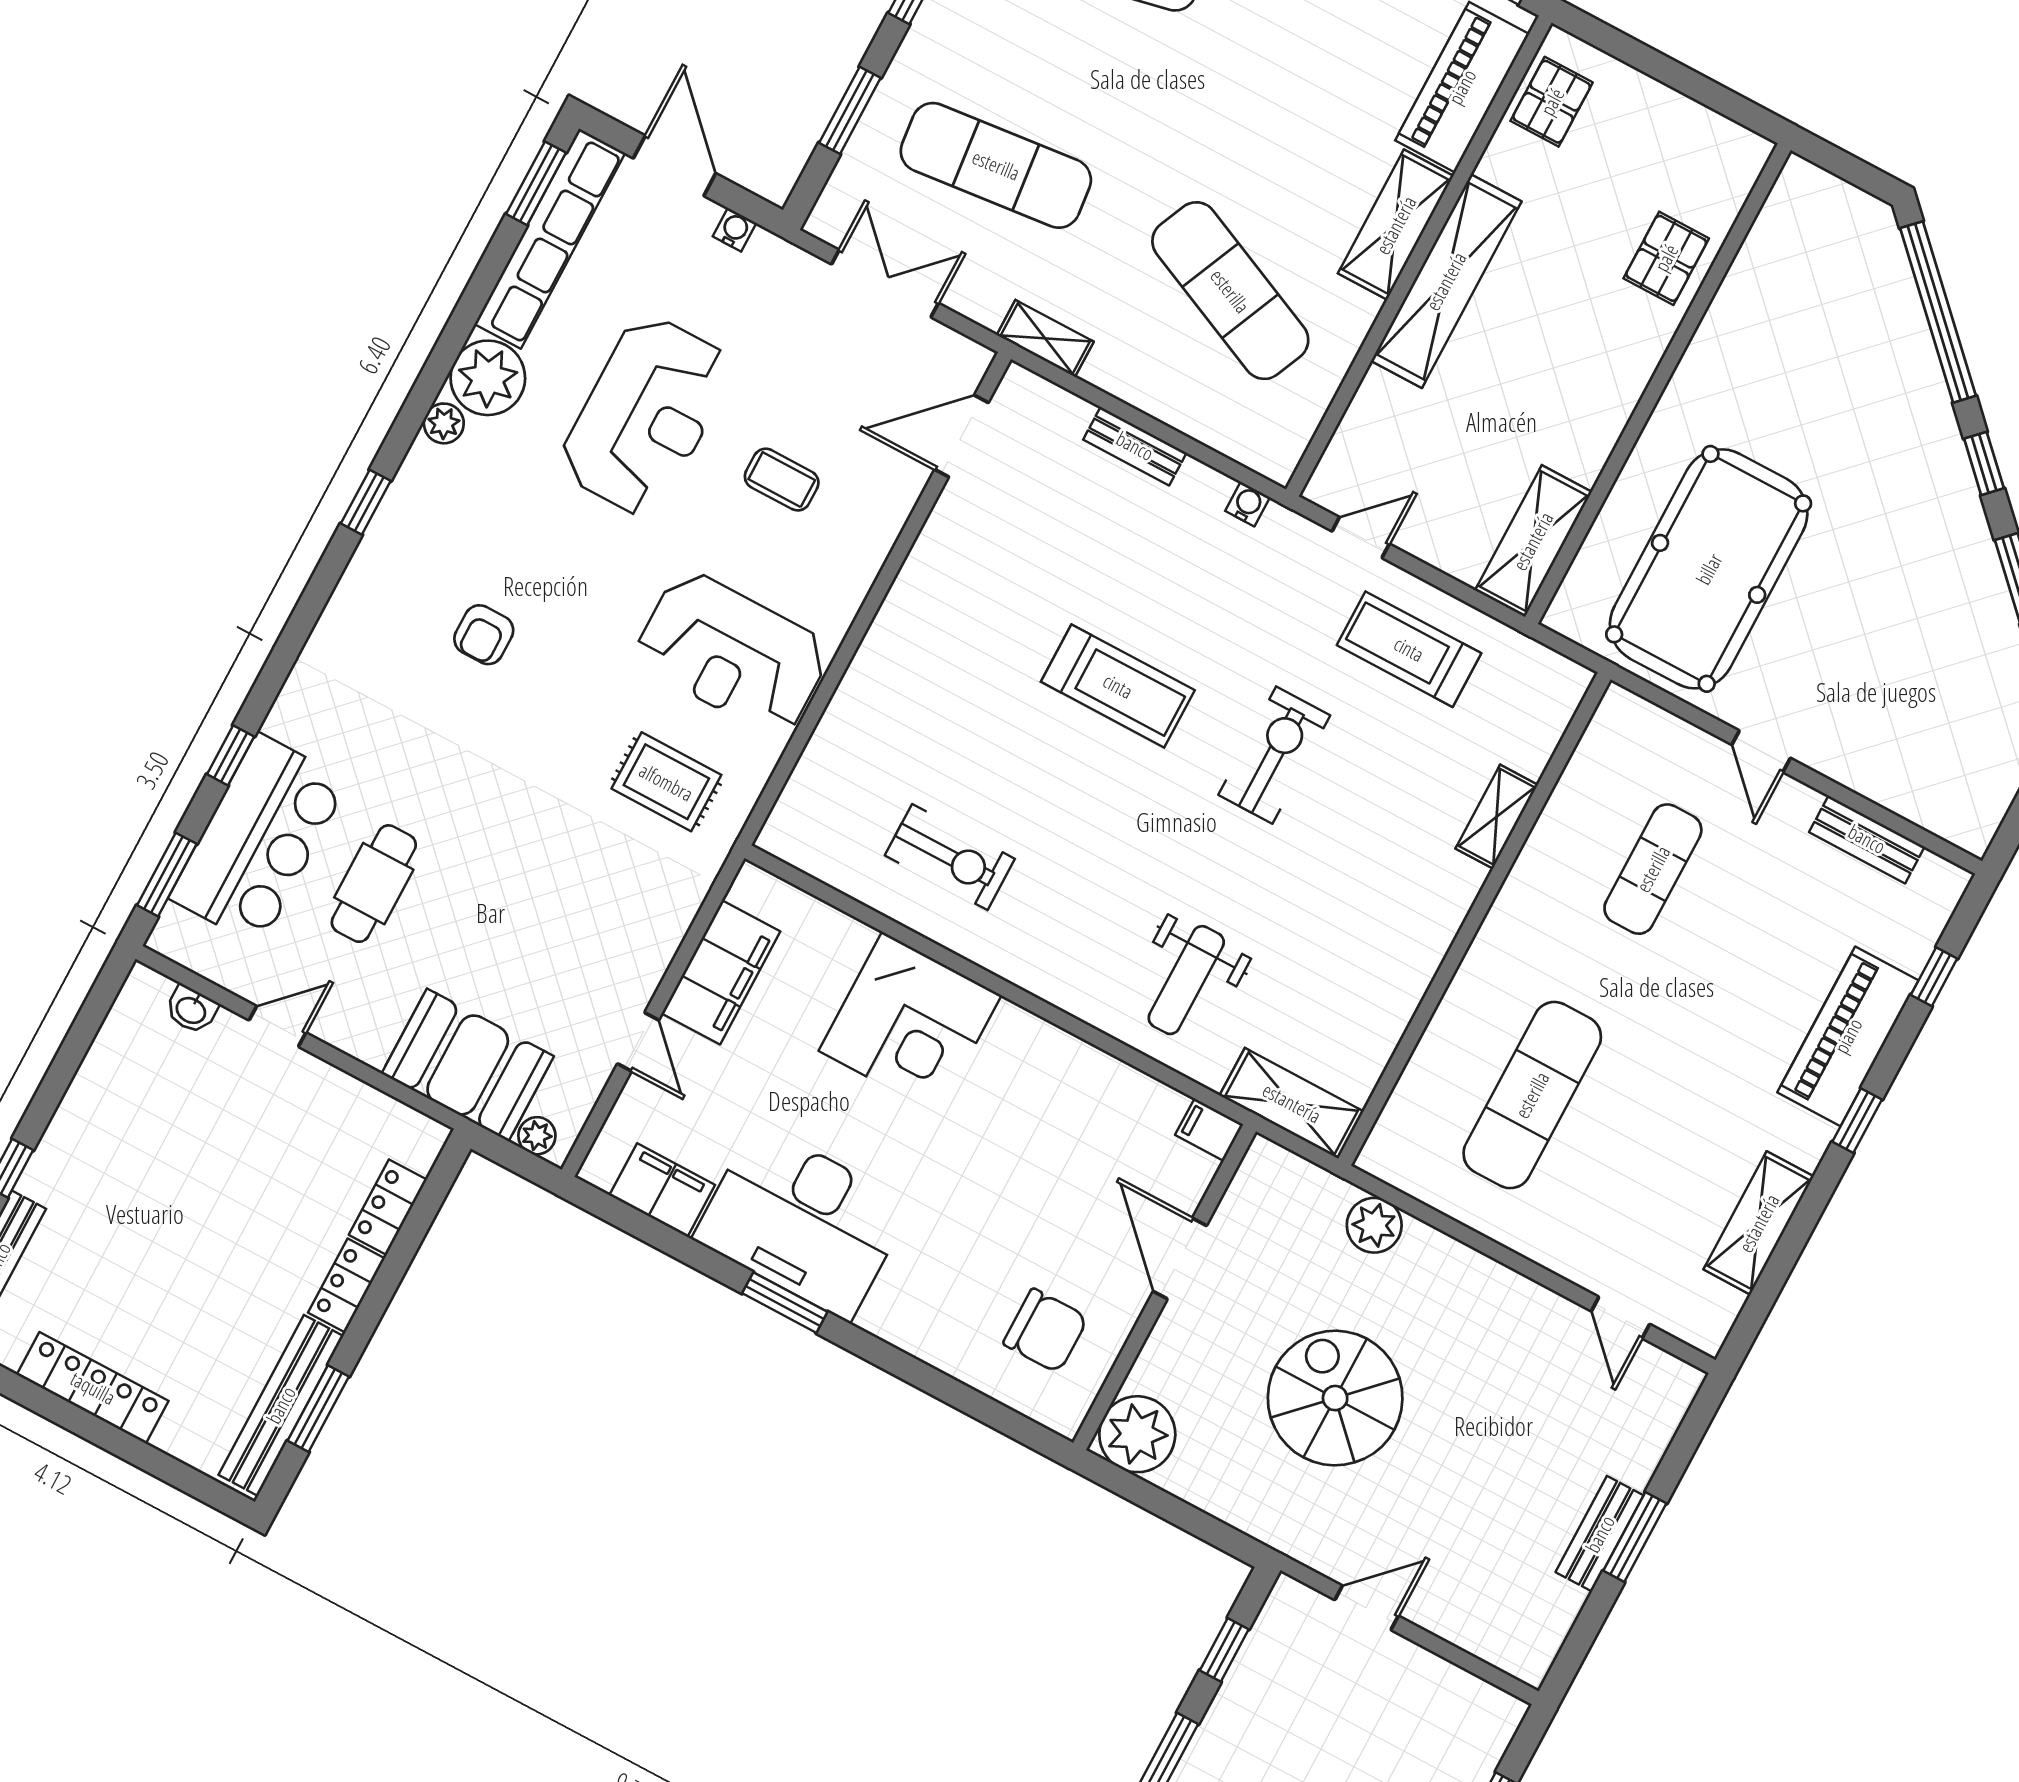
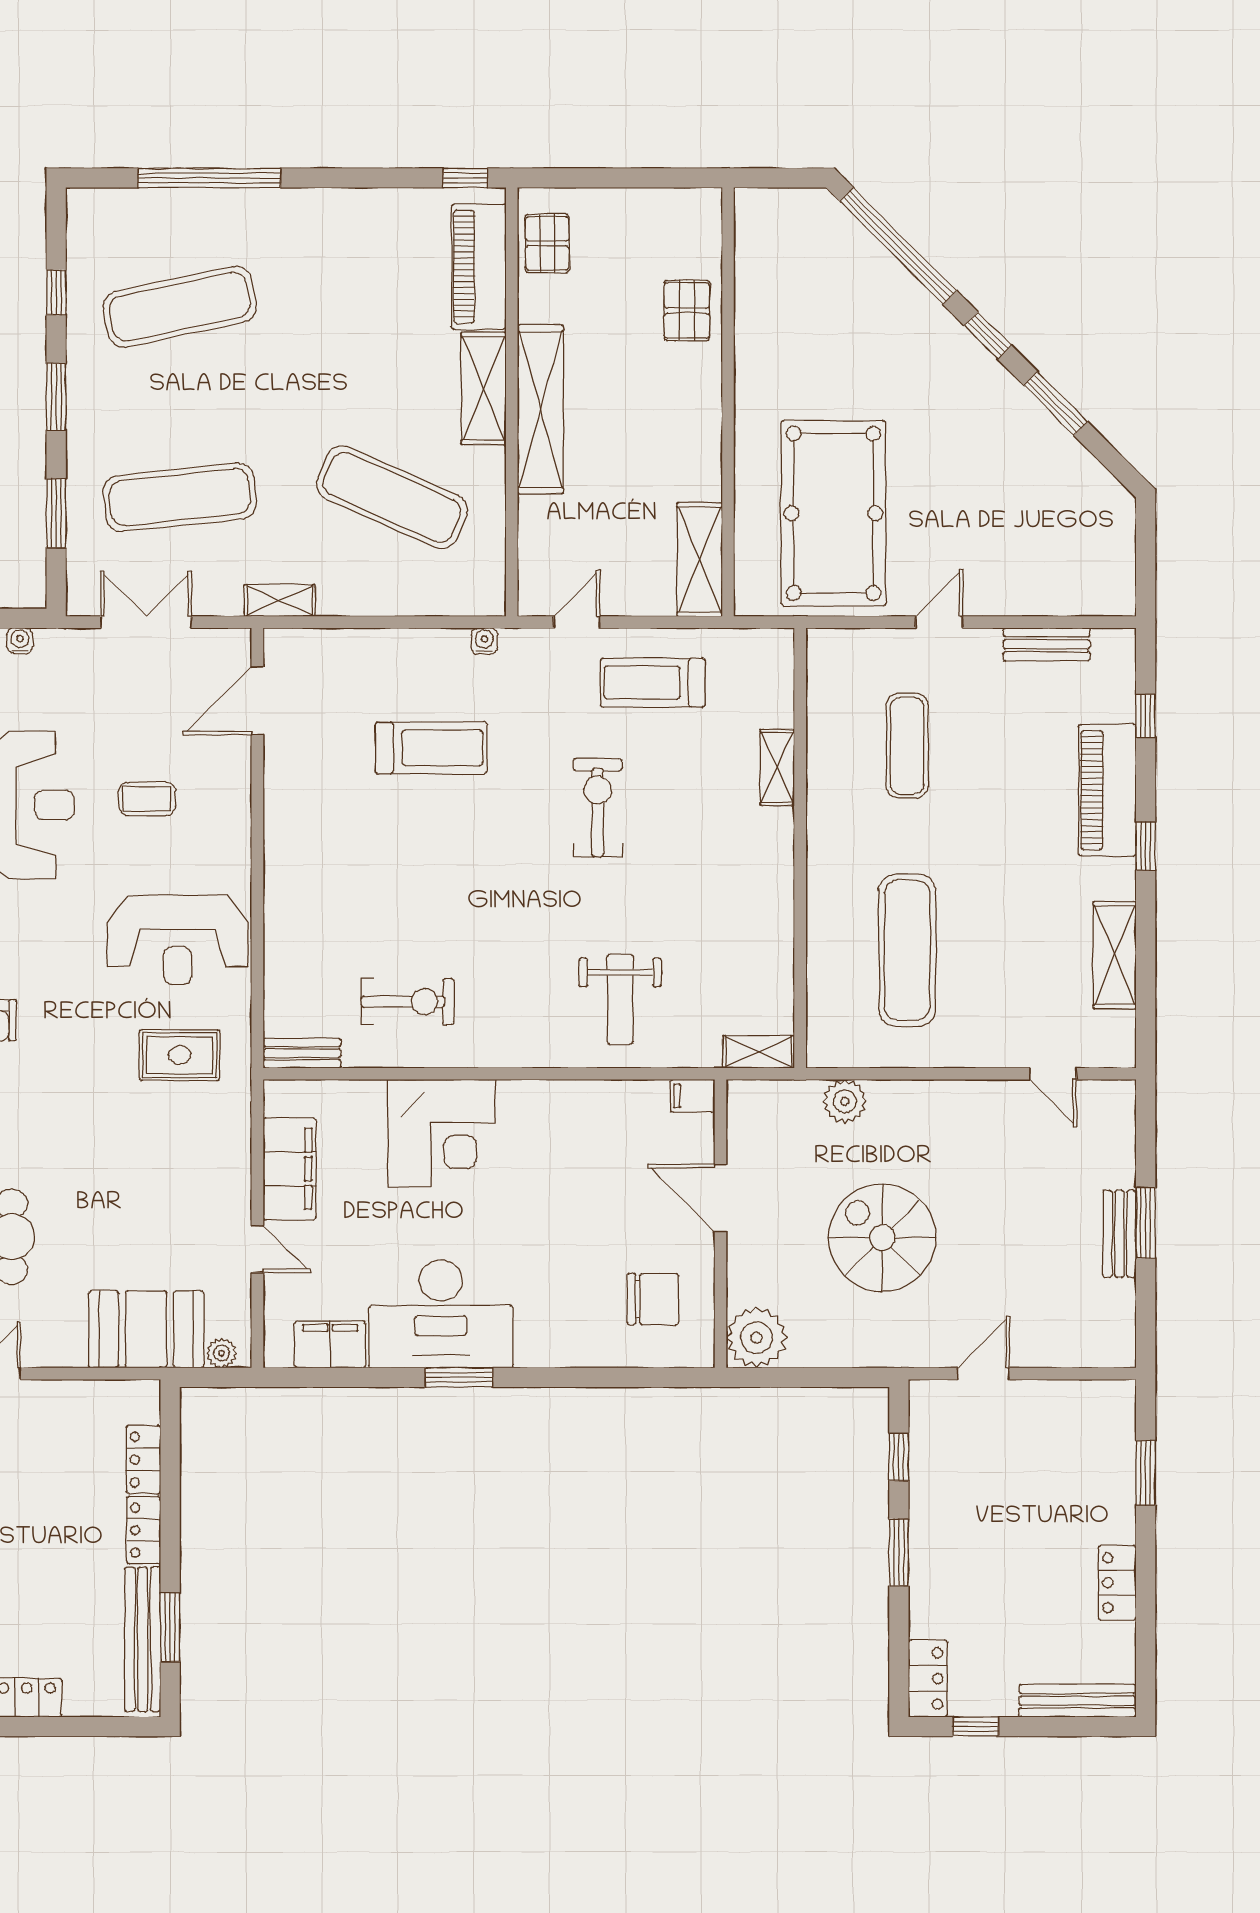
bench: (1135, 446) -> (302, 1053), moved
treadmill: (1118, 686) -> (431, 748), moved
door: (1761, 751) -> (939, 622), swing flipped
shelving: (1292, 1103) -> (759, 1052), width x0.67, depth x0.75

